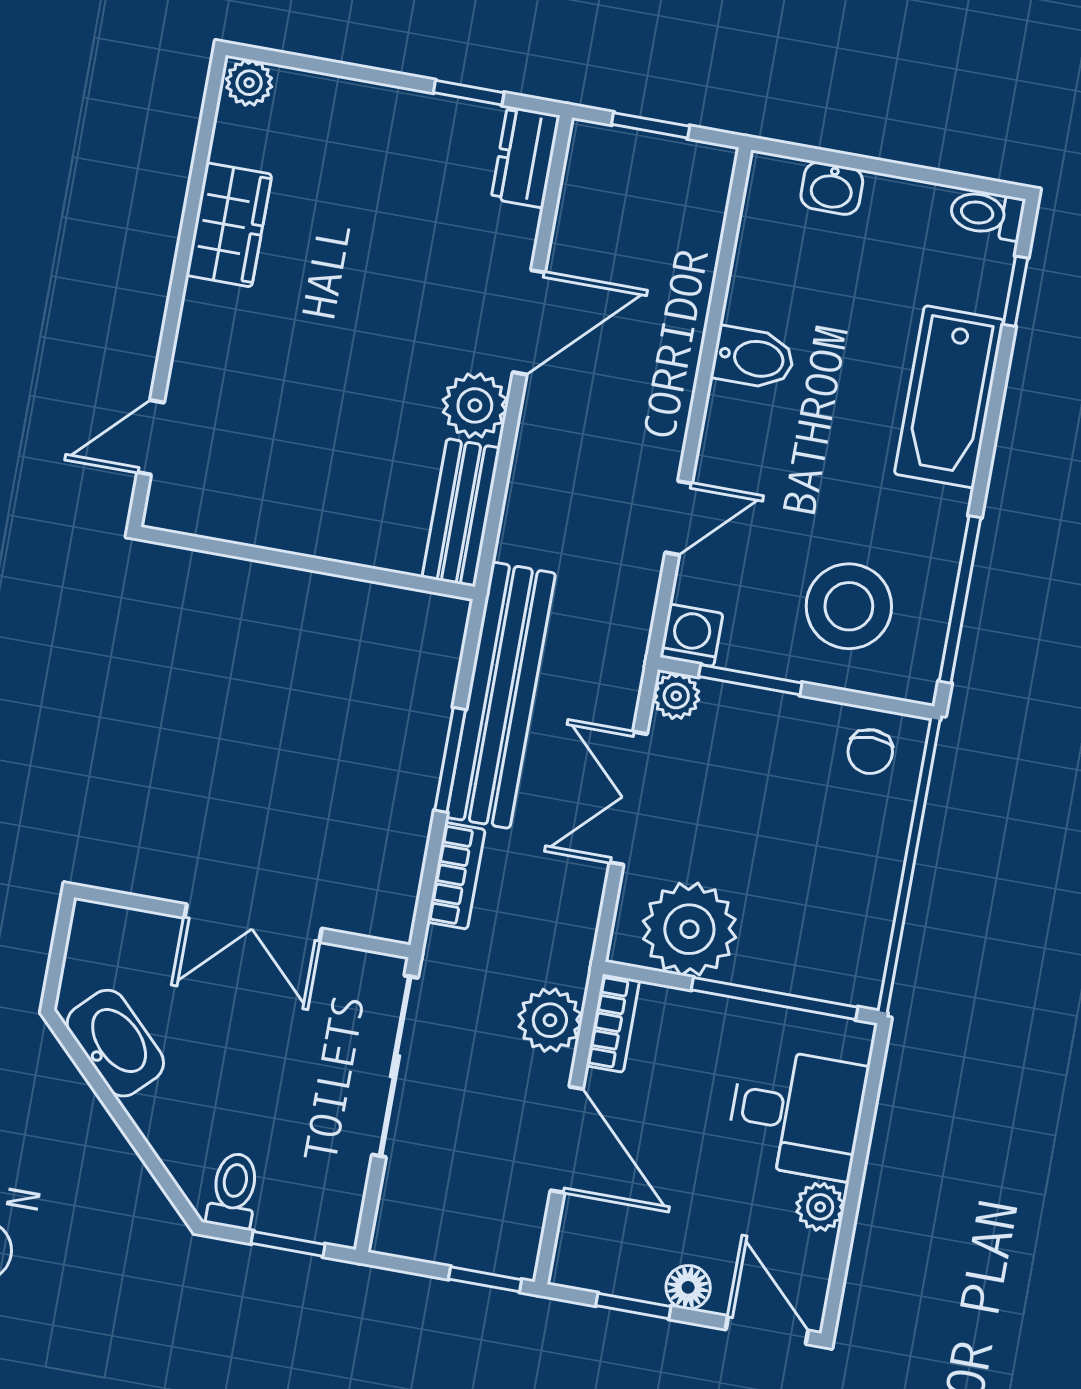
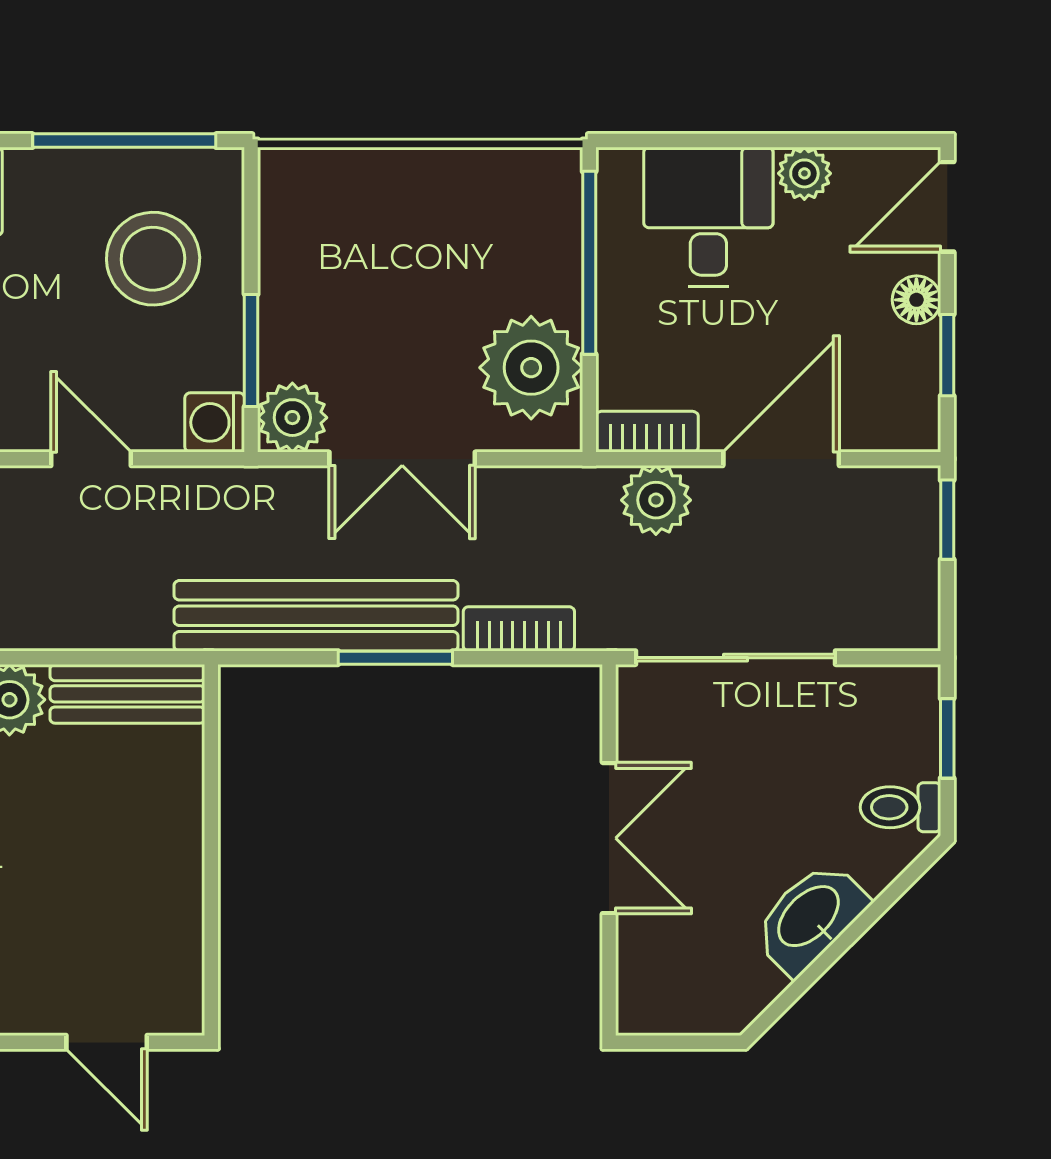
plant: (676, 696) -> (292, 418), width x1.38, depth x1.38
chair: (870, 752) -> (305, 208), removed
washbasin: (115, 1043) -> (810, 918), moved

